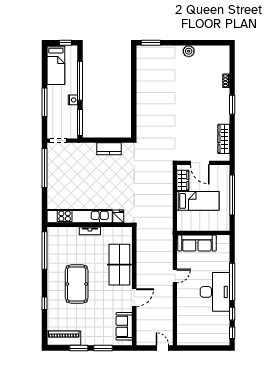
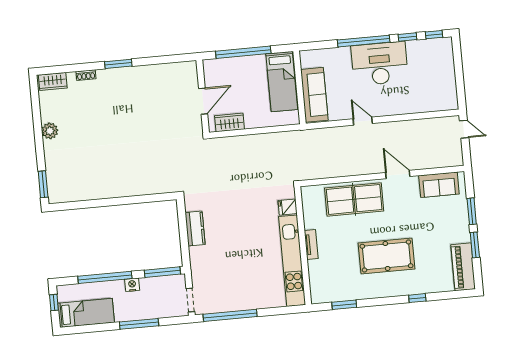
wardrobe: (224, 139) -> (53, 81), moved, width x0.67
bed: (198, 201) -> (282, 82), moved, turned 180
window: (44, 250) -> (344, 305), width x0.47
door: (162, 348) -> (464, 129), swing flipped

